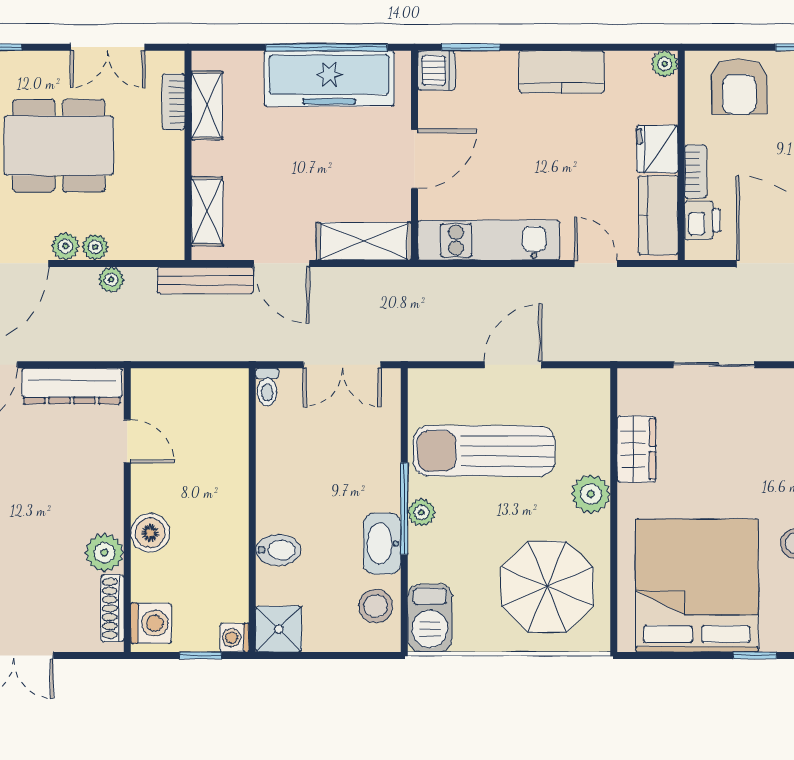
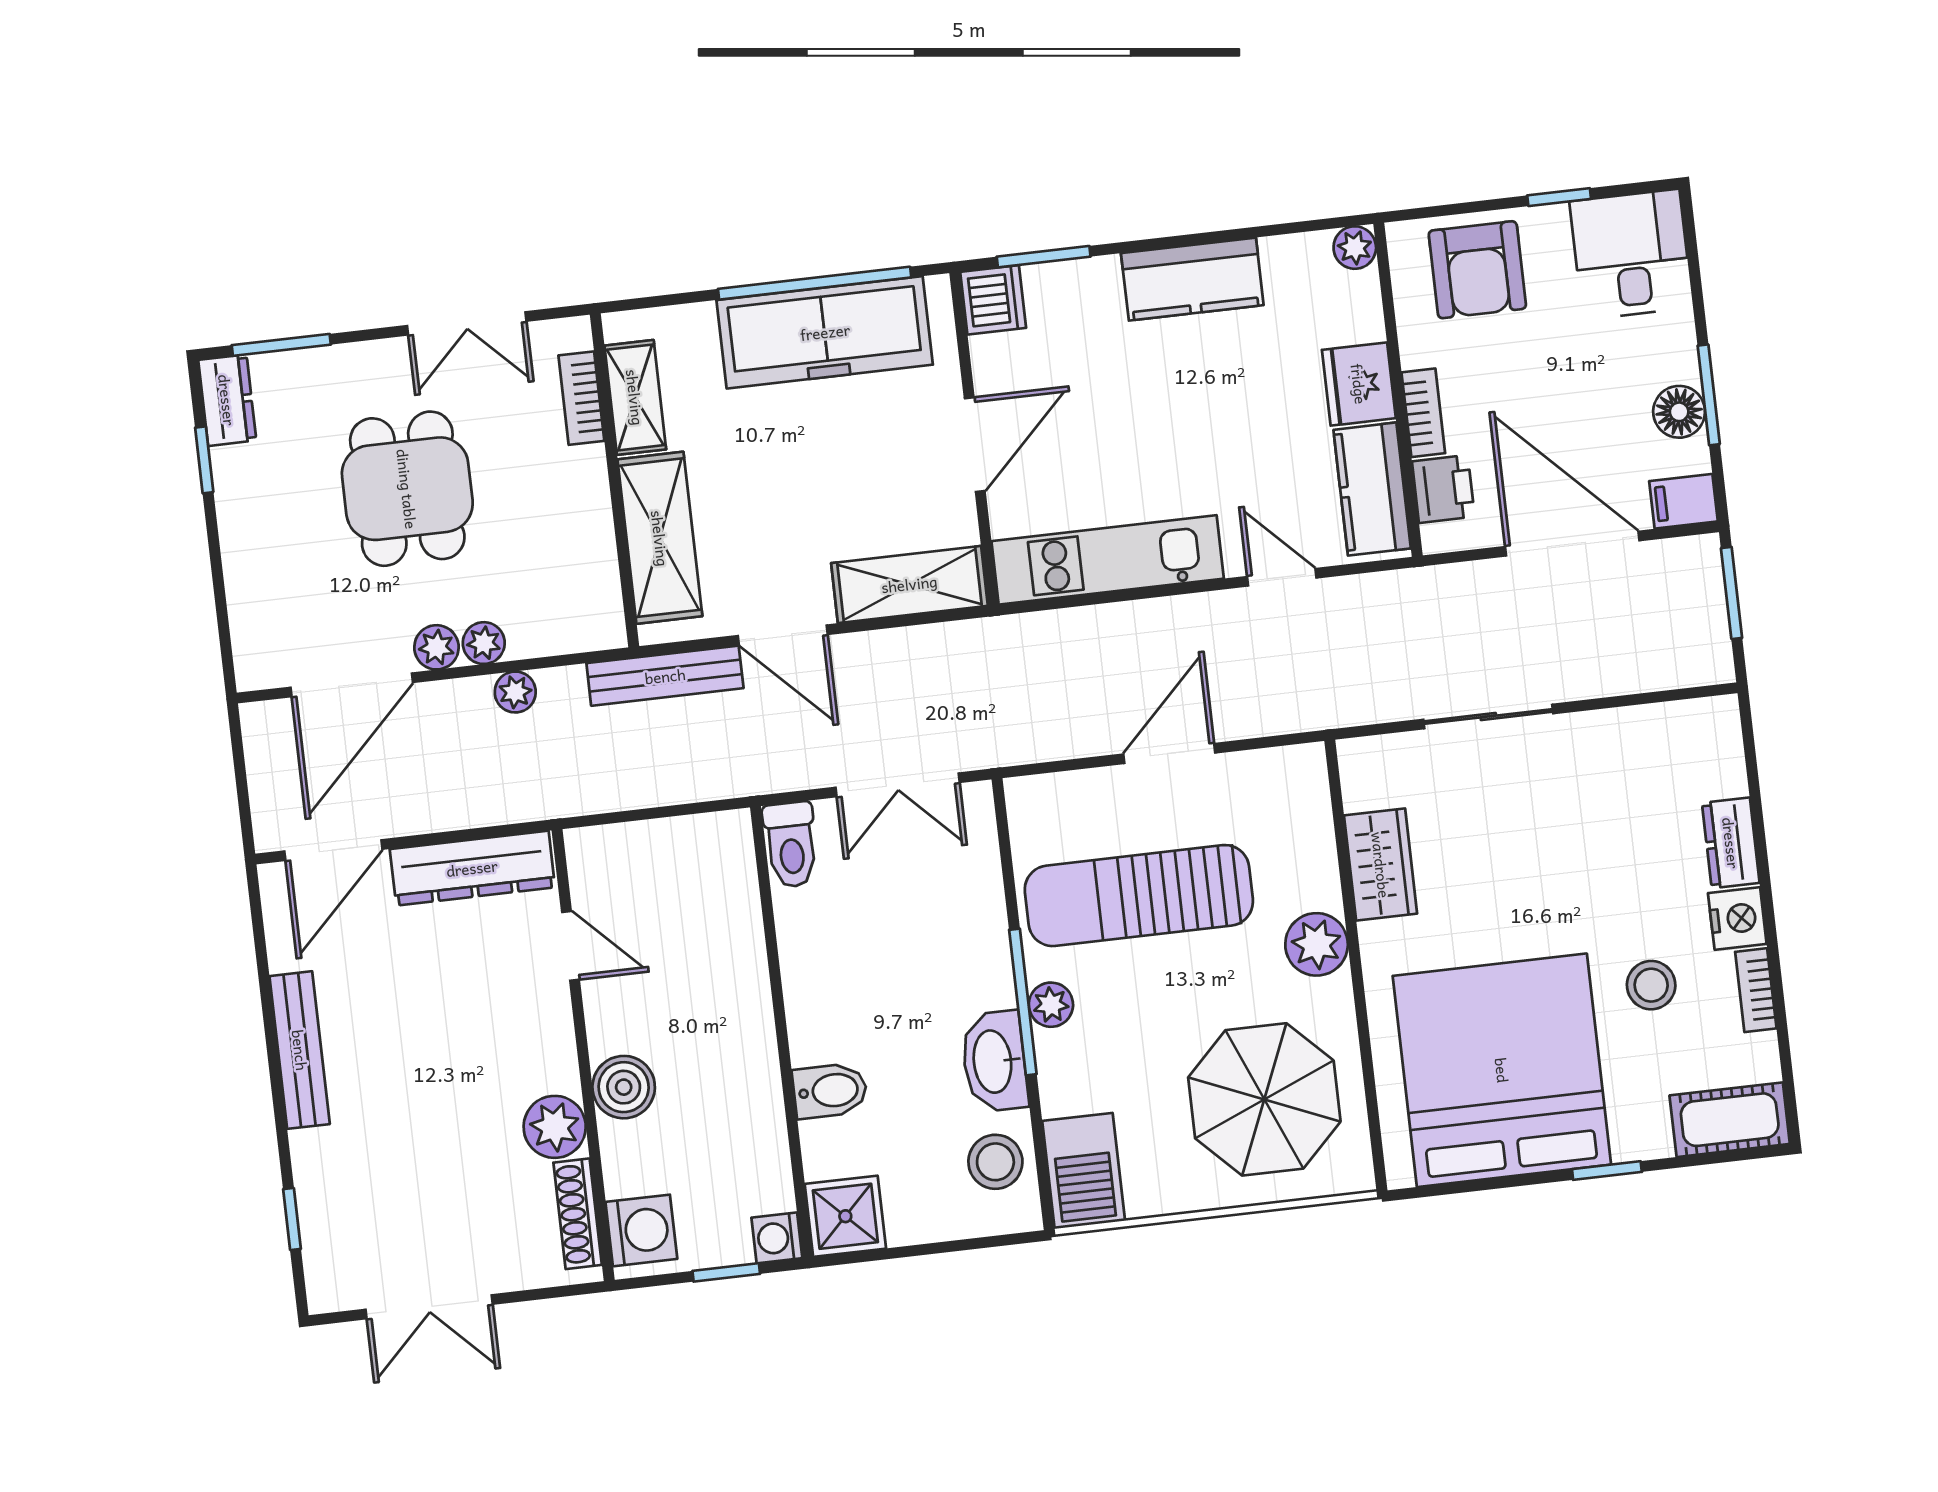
dining table: (59, 146) -> (407, 489), width x0.73
shelving: (207, 211) -> (660, 538), width x1.50, depth x1.33
toilet: (267, 387) -> (791, 845), width x1.37, depth x1.39

